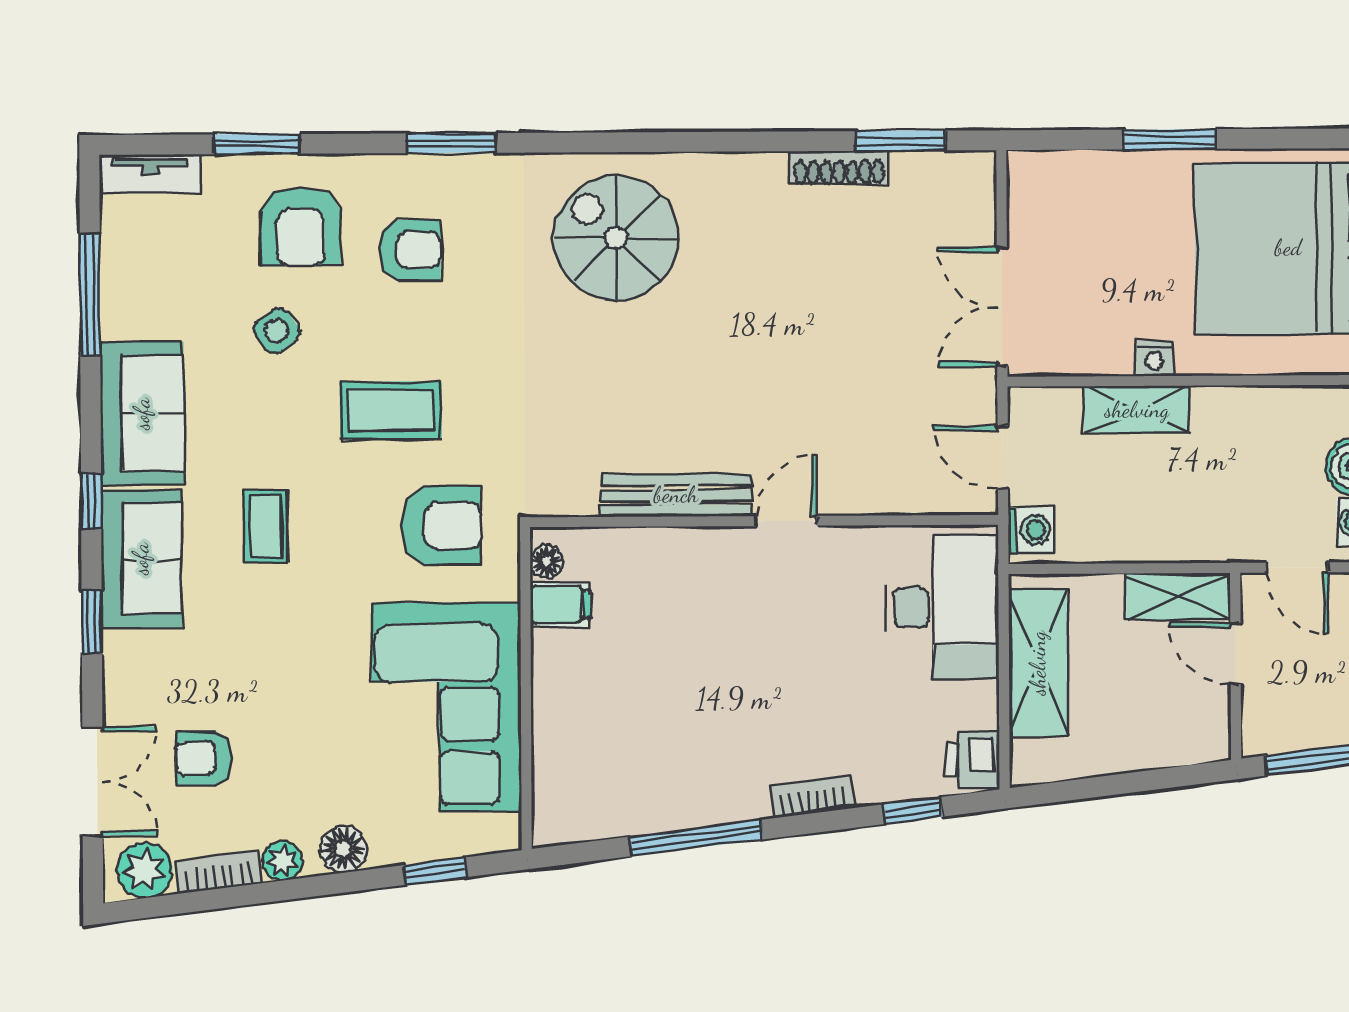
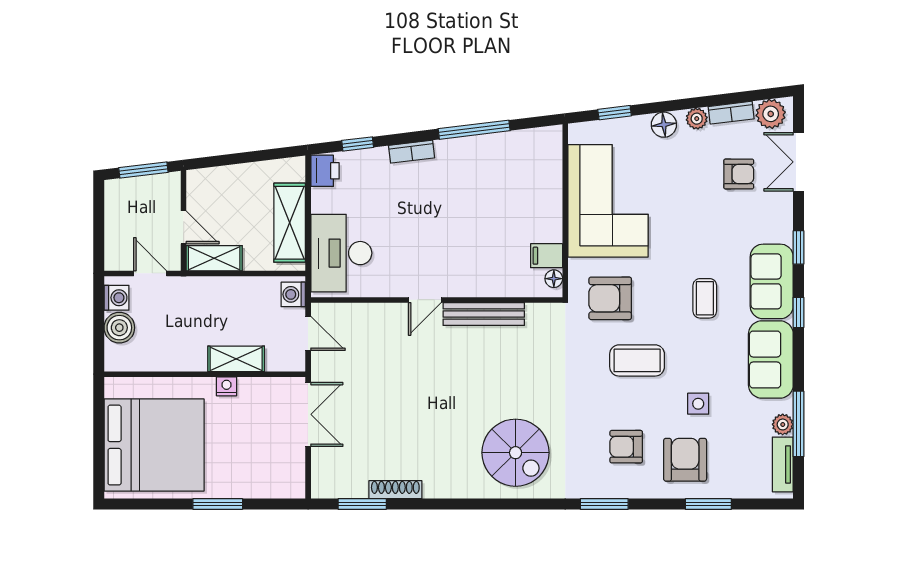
tv unit: (150, 174) -> (783, 464), moved, turned -90
plant: (119, 293) -> (783, 424), added
side table: (277, 331) -> (698, 404), turned 35

